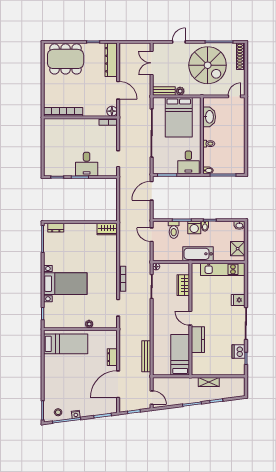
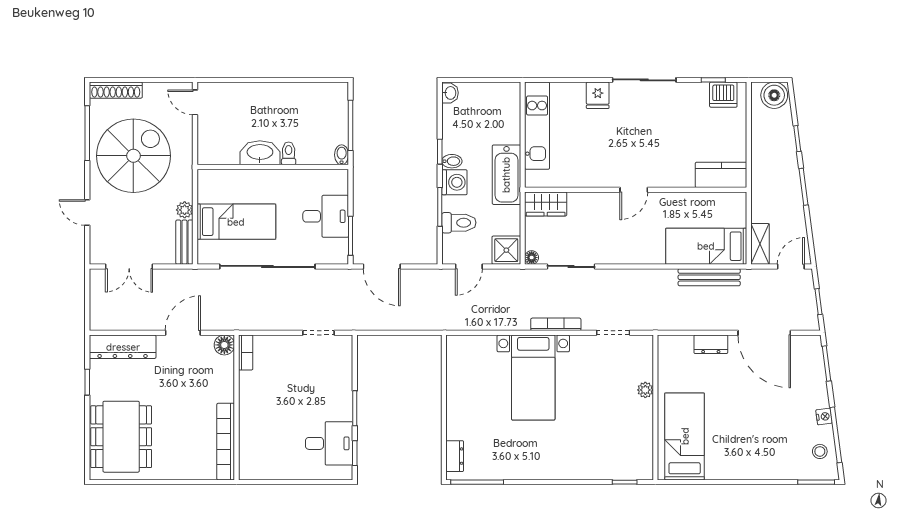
bed: (179, 117) -> (236, 222), width x0.67
washbasin: (209, 117) -> (260, 153), moved
desk: (188, 162) -> (326, 216), moved
desk: (87, 164) -> (329, 443), moved
wardrobe: (107, 229) -> (457, 355), removed
shower: (238, 249) -> (506, 250), moved
bed with nightstands: (65, 284) -> (533, 378), moved, turned 180
wardrobe: (183, 285) -> (546, 204), moved
kitchen counter: (198, 340) -> (721, 175), moved
dishwasher: (238, 352) -> (723, 95), moved
bed: (180, 355) -> (706, 246), moved
shelving: (209, 382) -> (760, 244), moved
boiler: (238, 389) -> (774, 95), added

